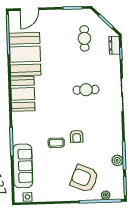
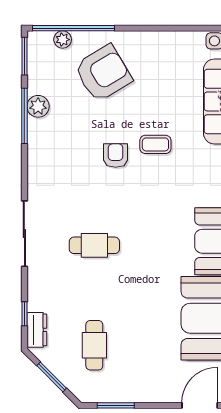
armchair: (84, 178) -> (103, 73), turned -54

